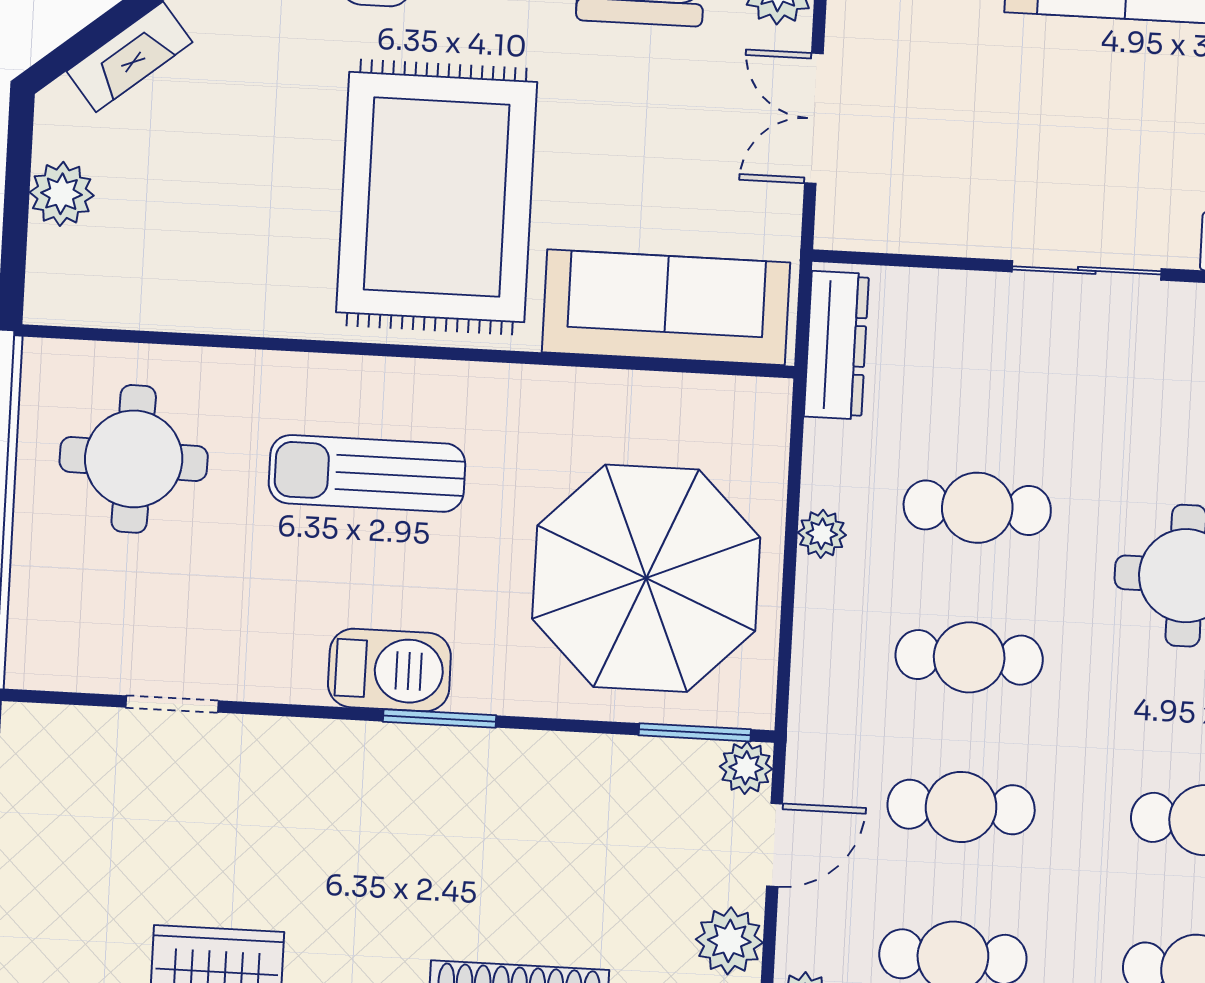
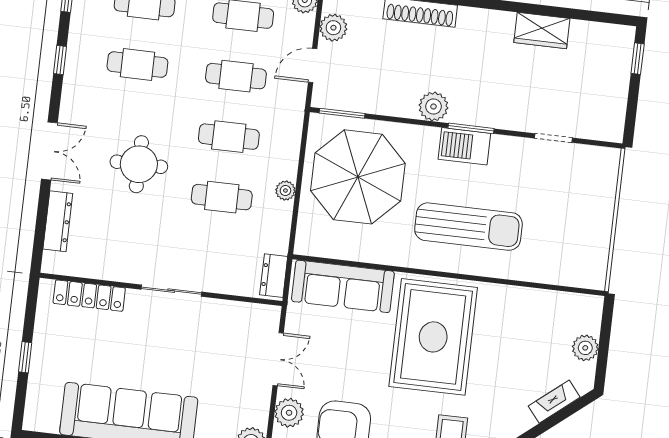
dresser: (836, 345) -> (274, 276), width x0.70
round table: (134, 459) -> (563, 238), removed
sun lounger: (367, 473) -> (468, 227), width x1.36, depth x1.34
window: (440, 718) -> (471, 128), moved
plant: (746, 768) -> (433, 107), moved, width x1.38, depth x1.38

